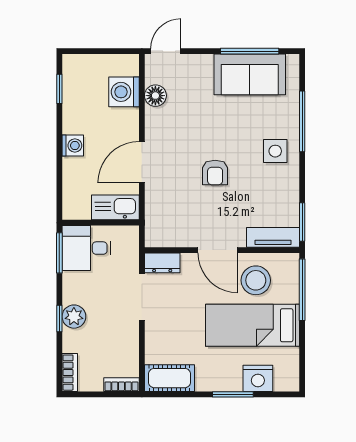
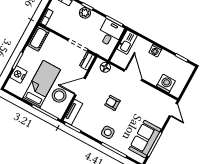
floor lamp: (155, 96) -> (105, 67), moved
kitchen sink: (115, 207) -> (127, 42), moved

